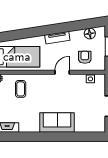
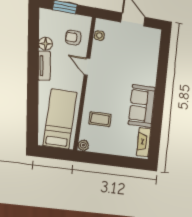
floor lamp: (90, 34) -> (46, 44), moved
sofa: (57, 123) -> (142, 106), moved

